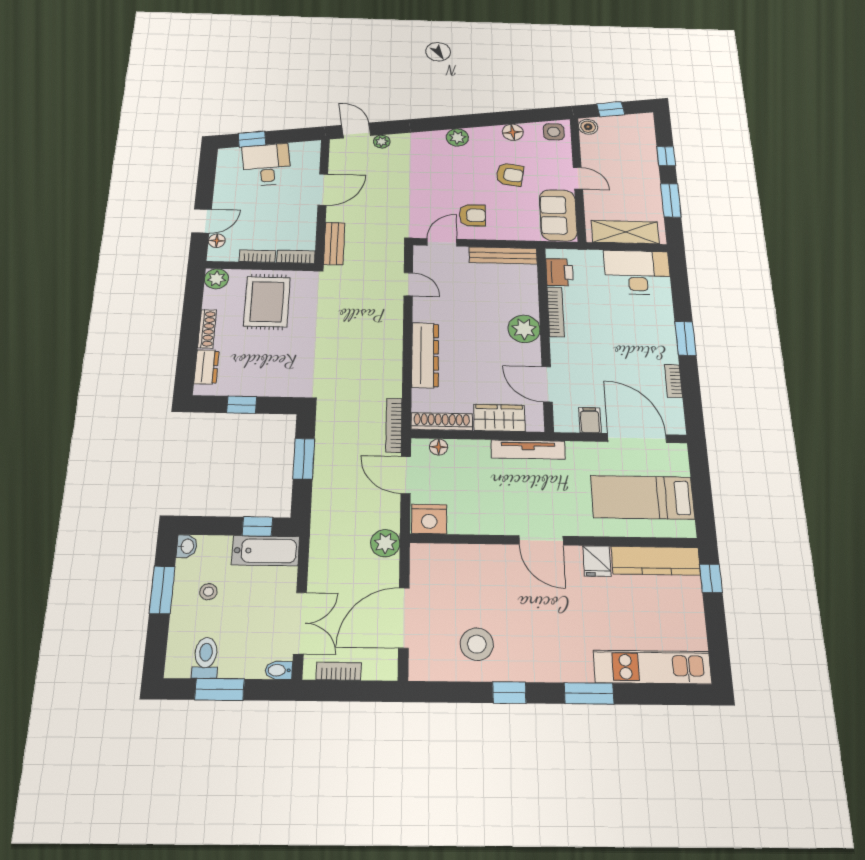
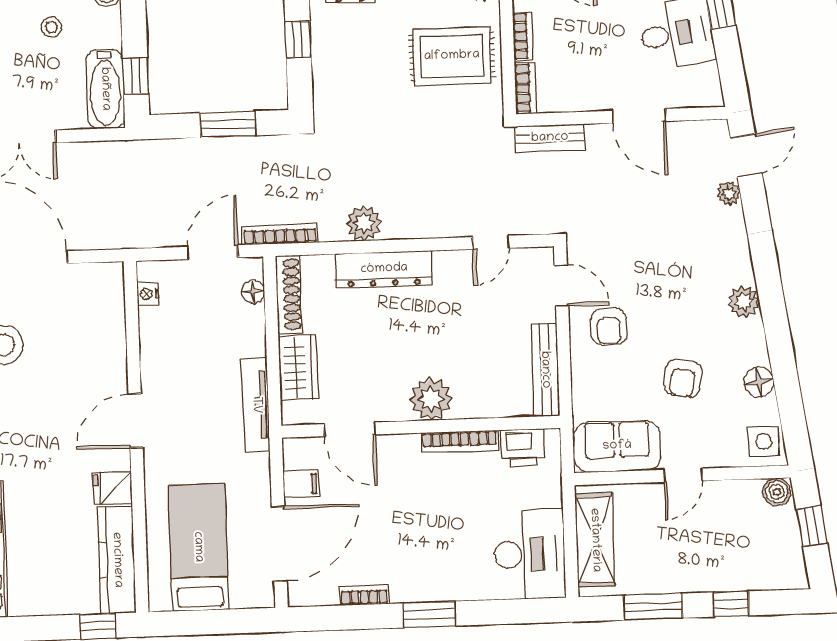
door: (547, 384) -> (350, 429), swing flipped
nightstand: (429, 519) -> (148, 294), width x0.53, depth x0.56
plant: (385, 543) -> (364, 223), moved

